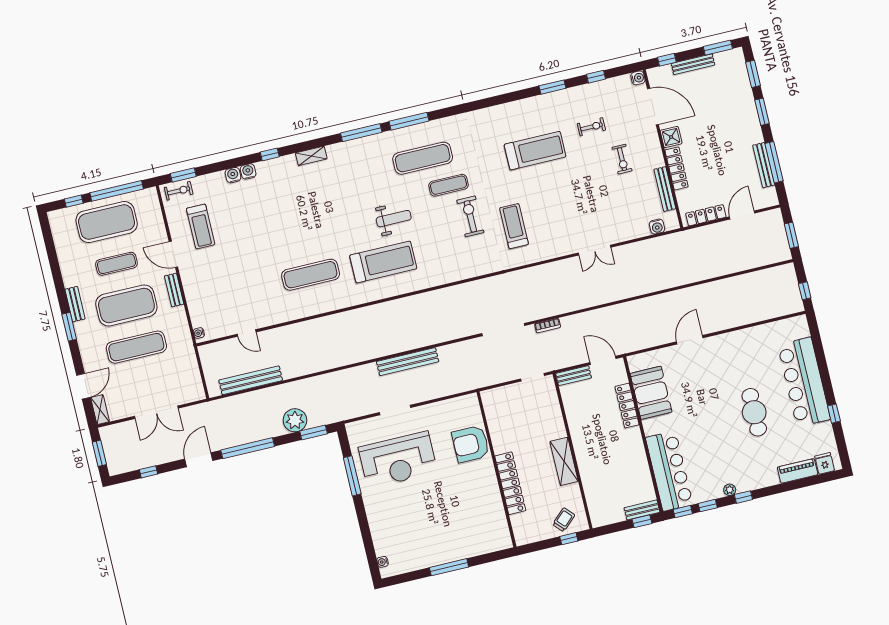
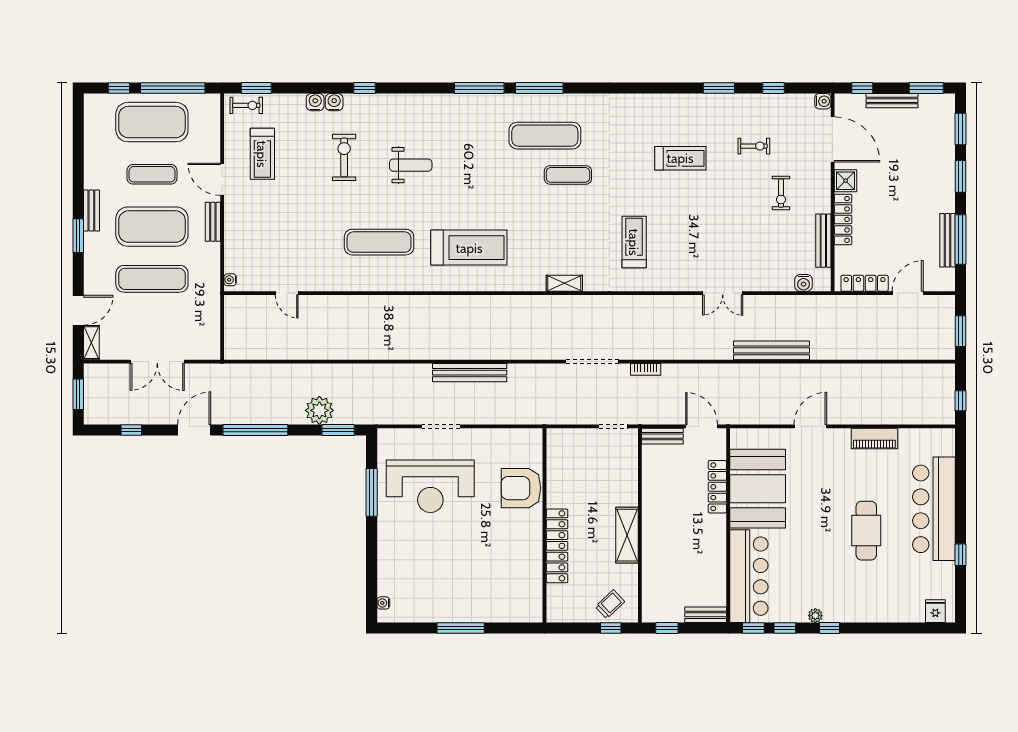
treadmill: (535, 151) -> (680, 158), width x0.73, depth x0.73
shelving: (311, 156) -> (564, 283), moved
exercise bike: (470, 216) -> (344, 157), moved
weight bench: (394, 219) -> (411, 165), moved
bench: (251, 380) -> (772, 350), moved
booth: (651, 393) -> (758, 489), width x1.36, depth x1.42
piano: (798, 471) -> (874, 439), moved, turned 180
window: (642, 521) -> (667, 628), moved

